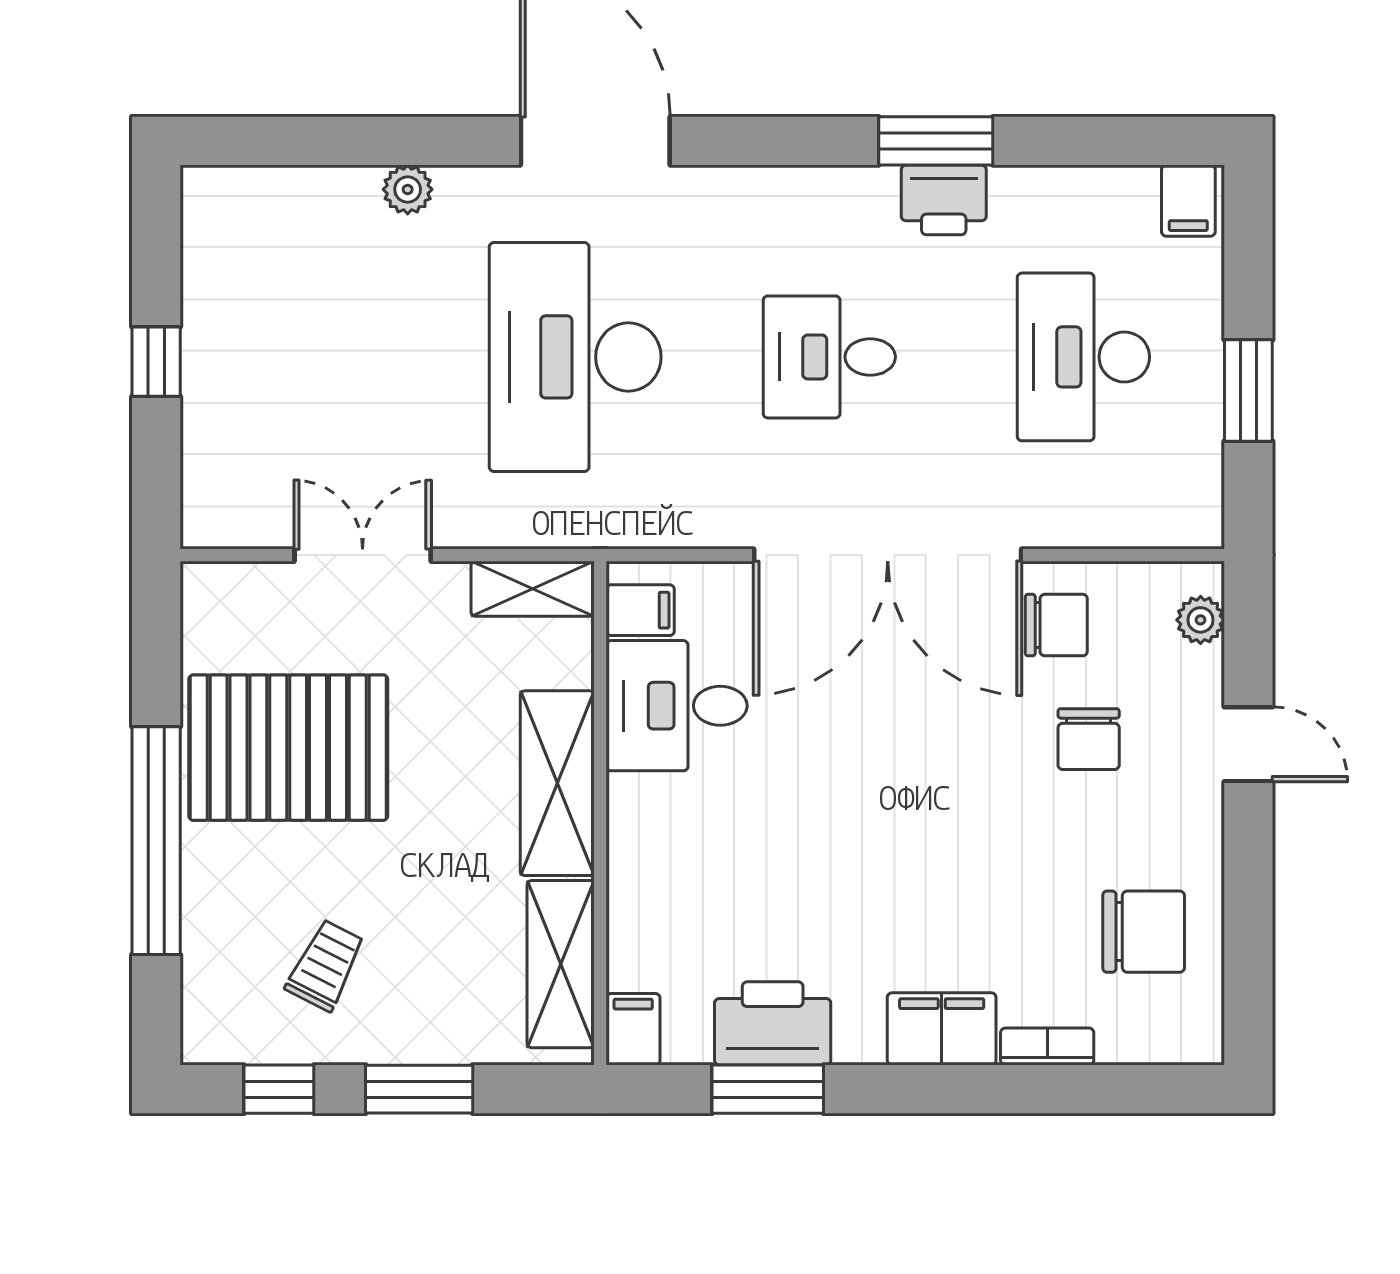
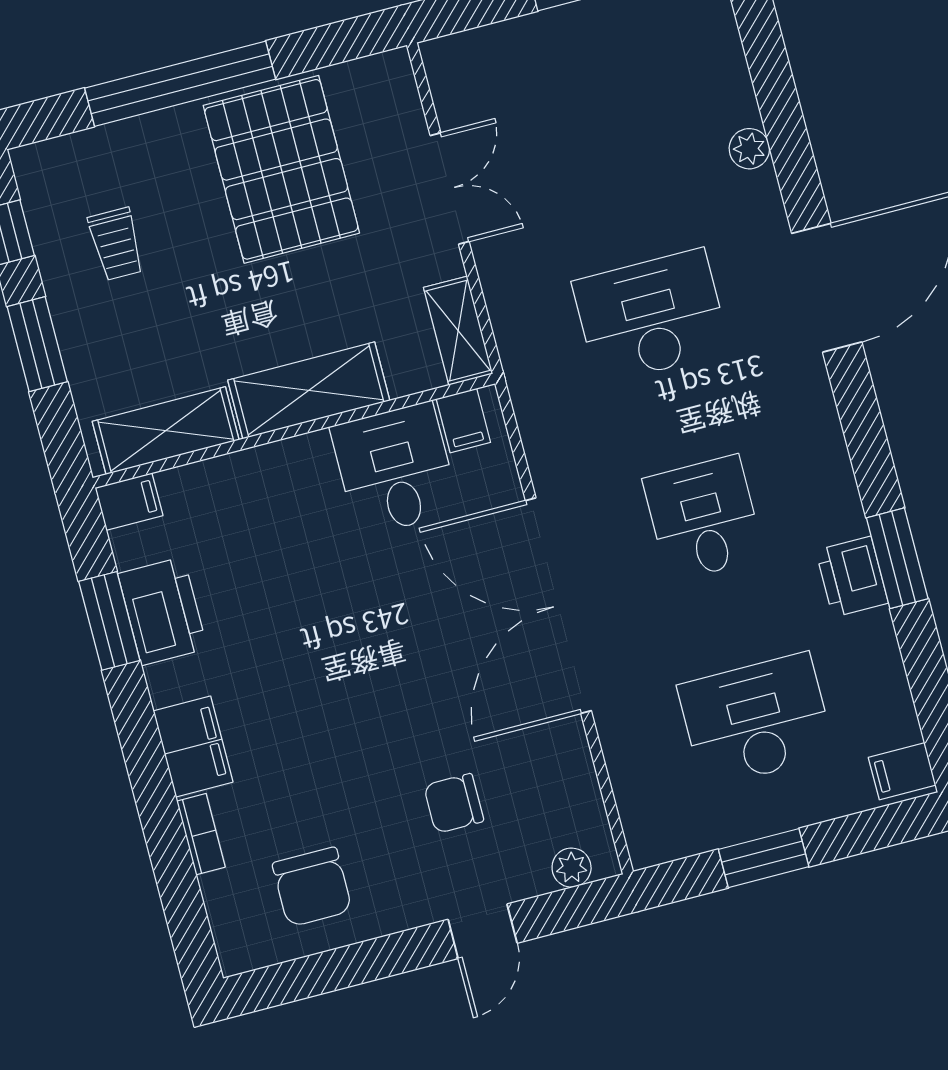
desk: (575, 357) -> (651, 316), width x0.73, depth x0.77
chair: (1056, 625) -> (538, 754), removed
trolley: (325, 965) -> (116, 244), turned 63

